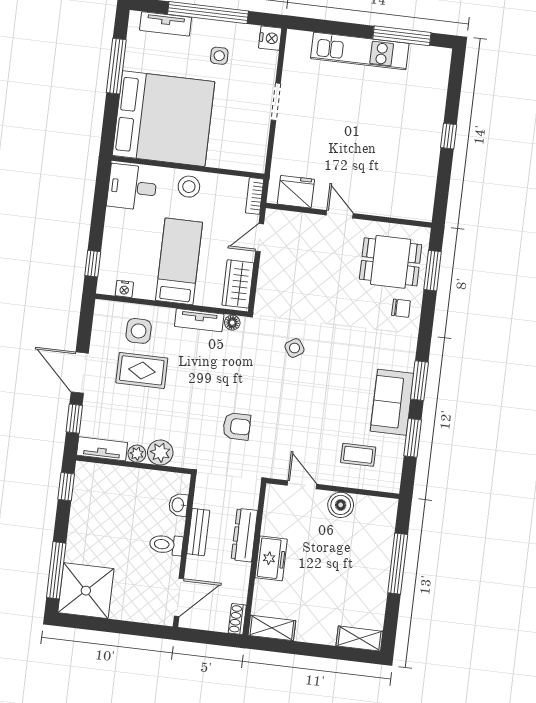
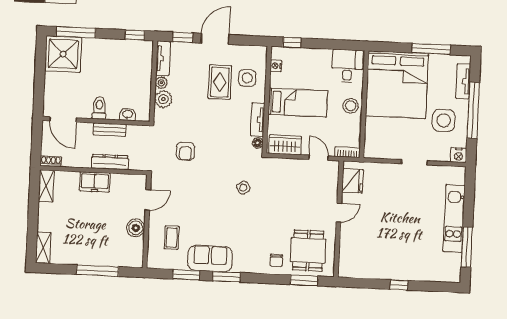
side table: (219, 56) -> (444, 120), width x1.87, depth x1.87

